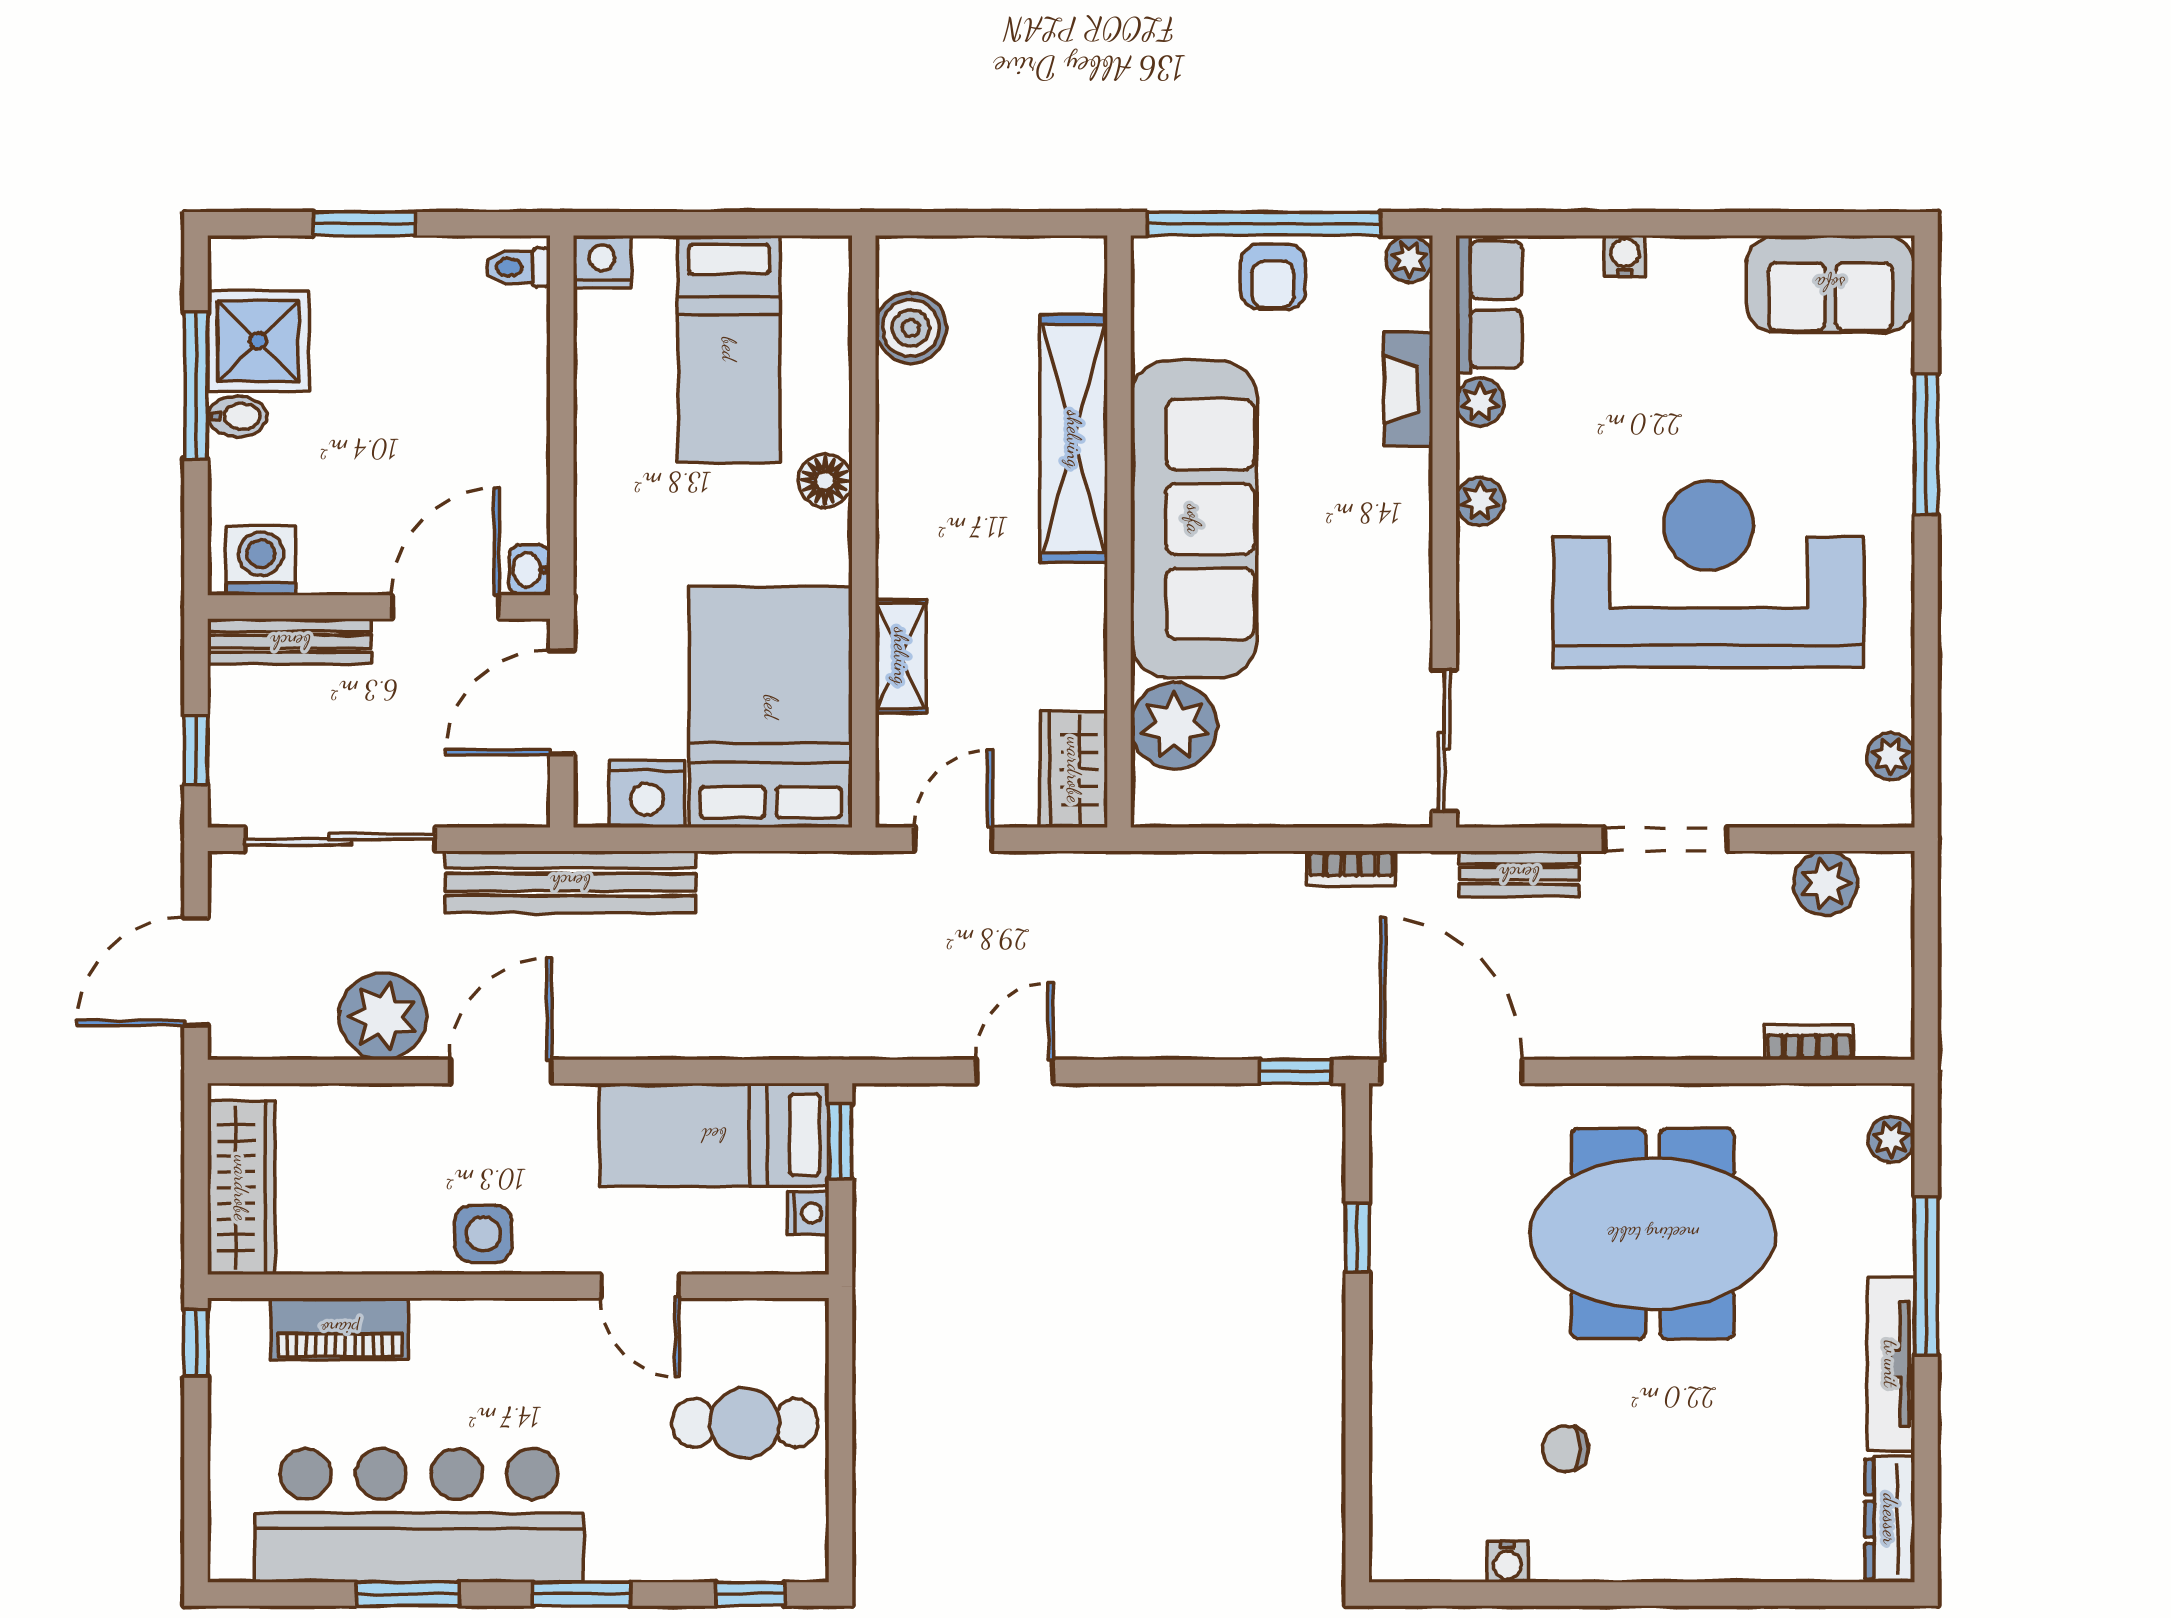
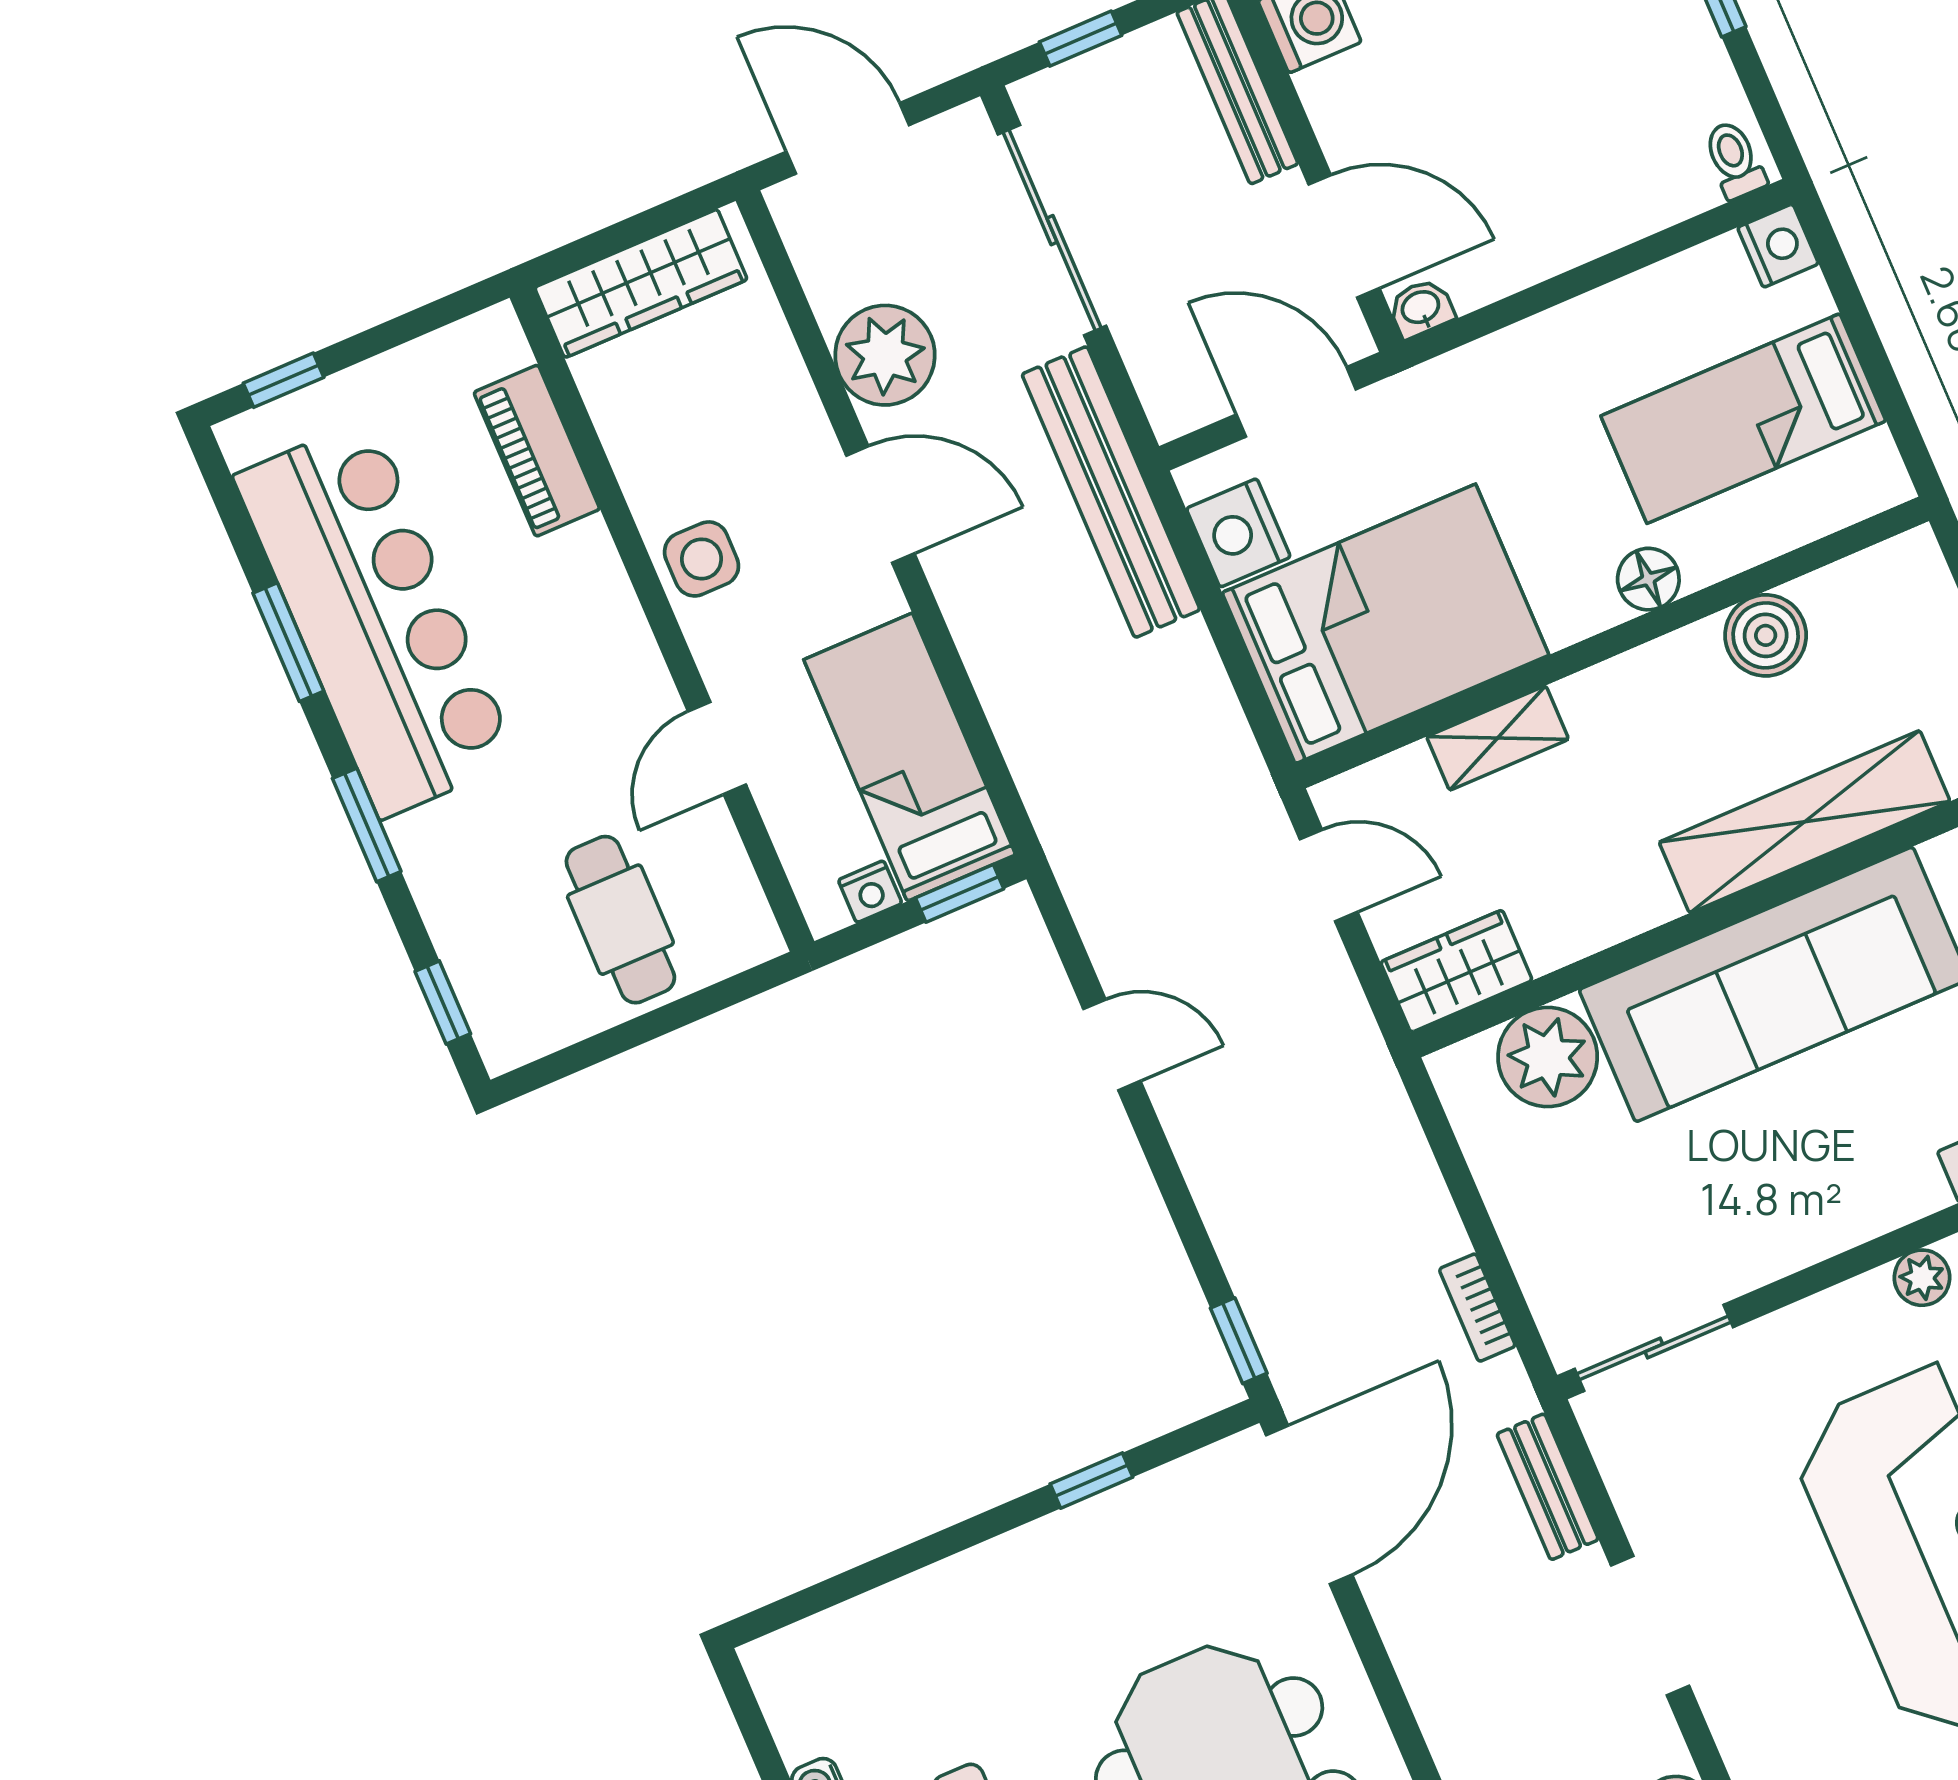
boiler: (911, 328) -> (1766, 635), moved
window: (196, 1343) -> (284, 380), moved

